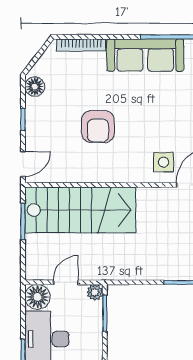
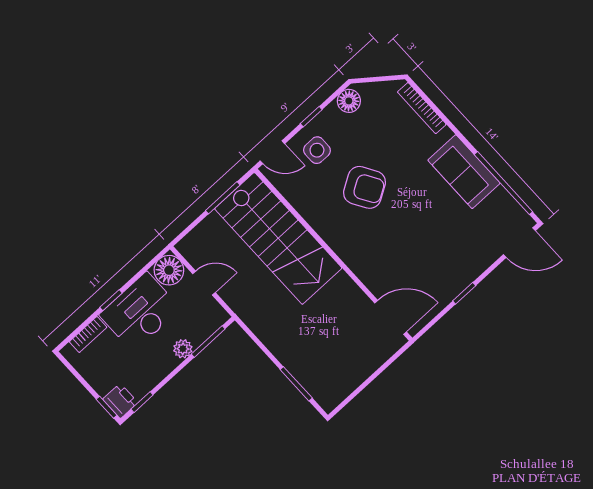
sofa: (145, 55) -> (464, 172), width x0.73
armchair: (98, 127) -> (364, 187), turned -121
side table: (164, 162) -> (317, 150), moved
plant: (95, 292) -> (183, 349), moved

